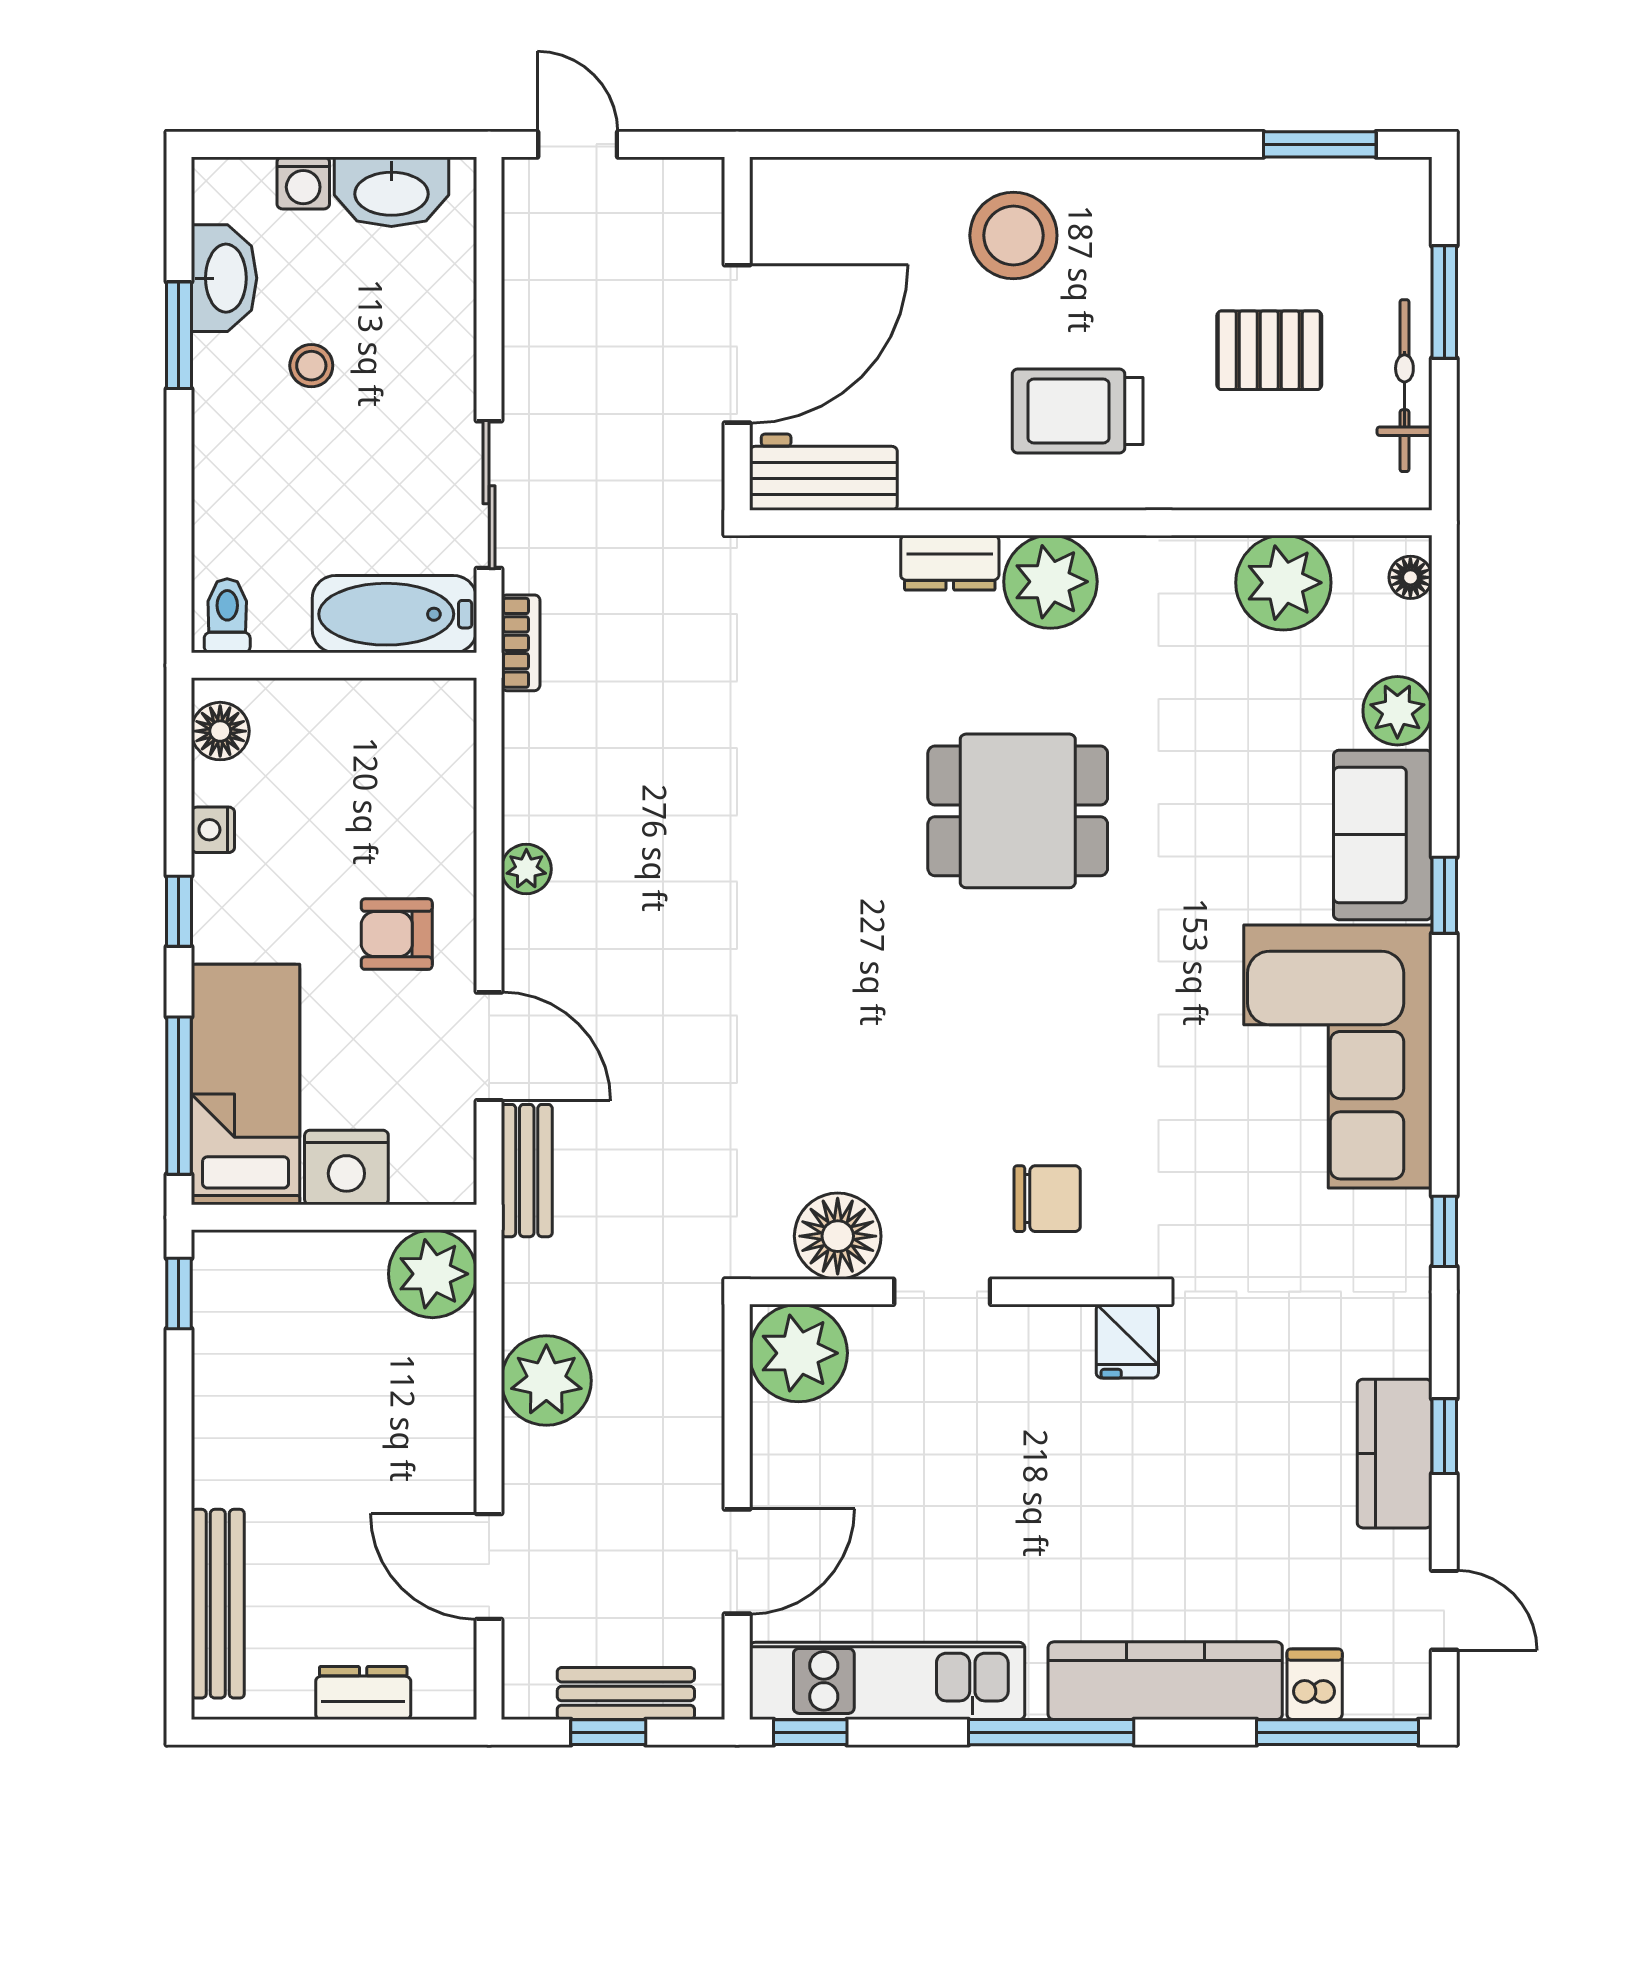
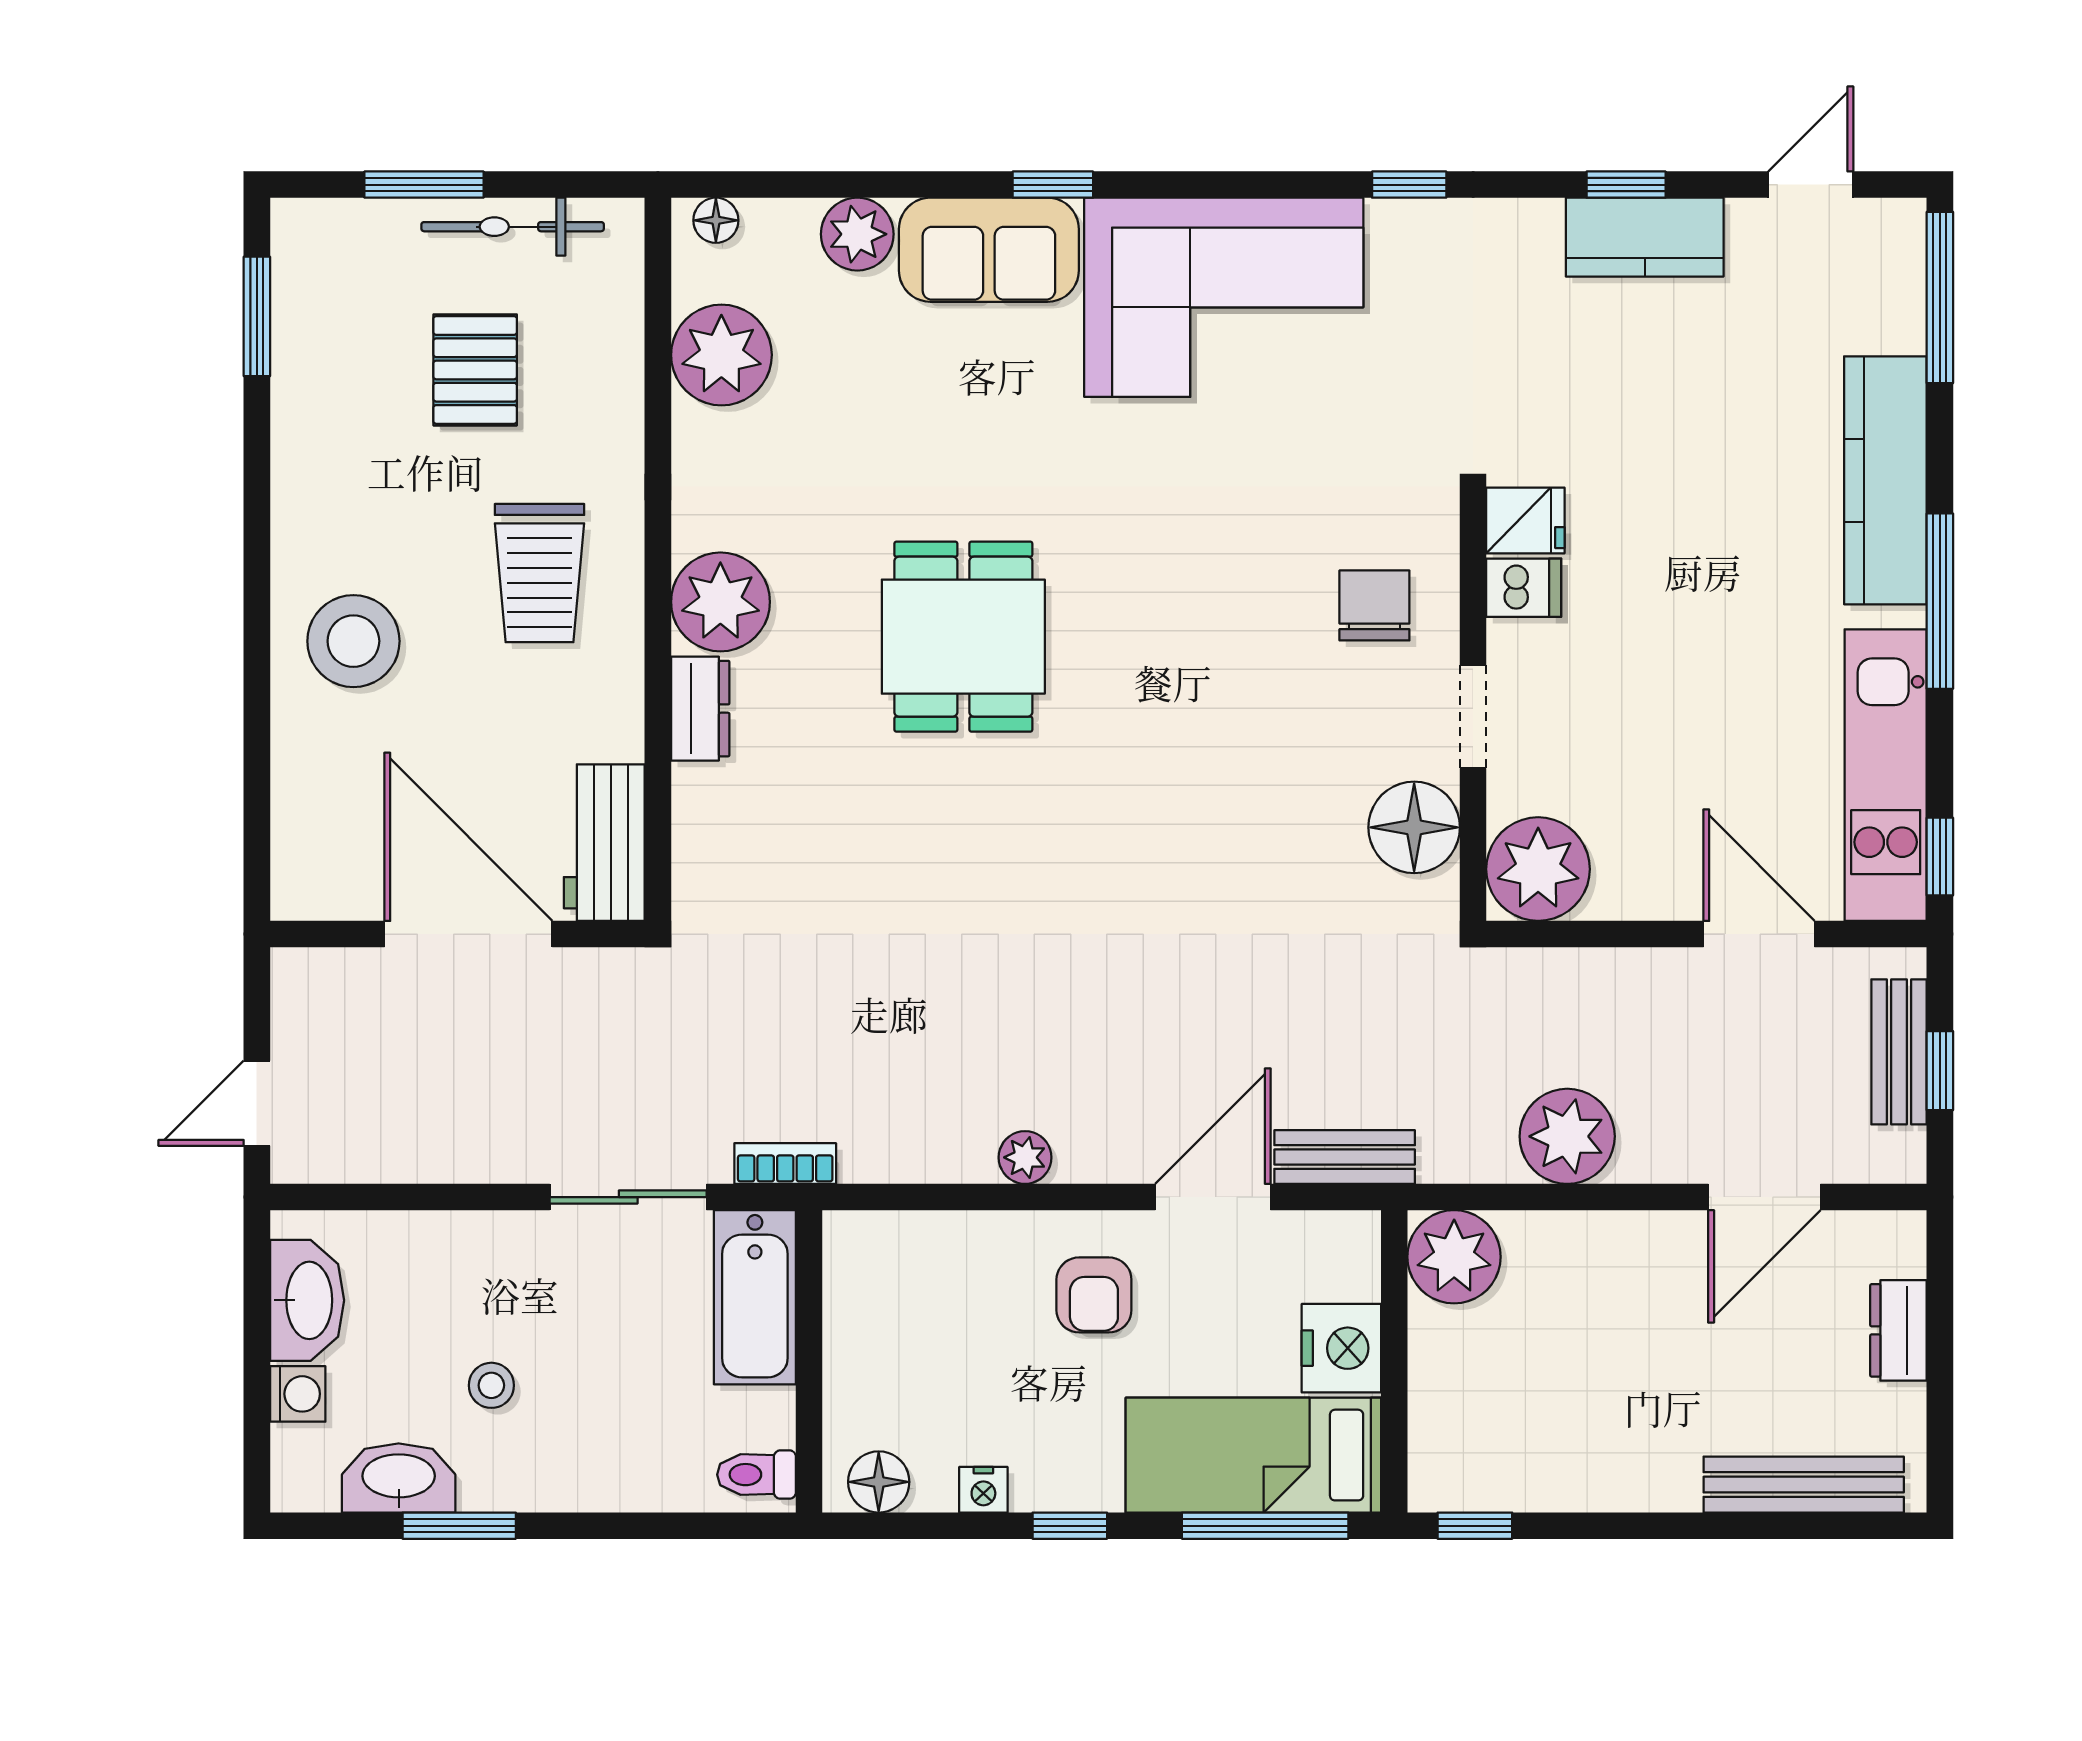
dishwasher: (1315, 1684) -> (1524, 588), moved, turned 180

